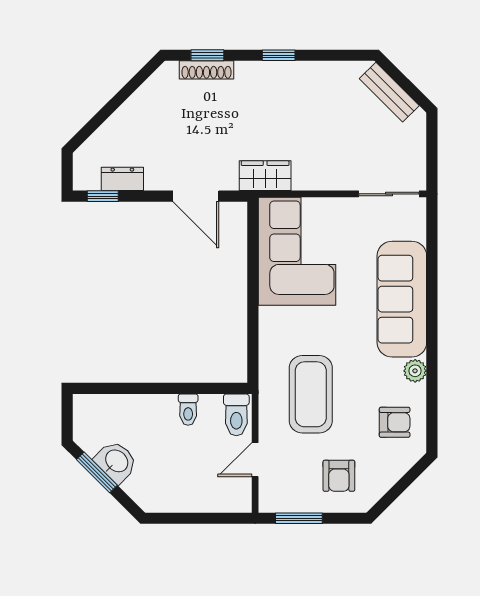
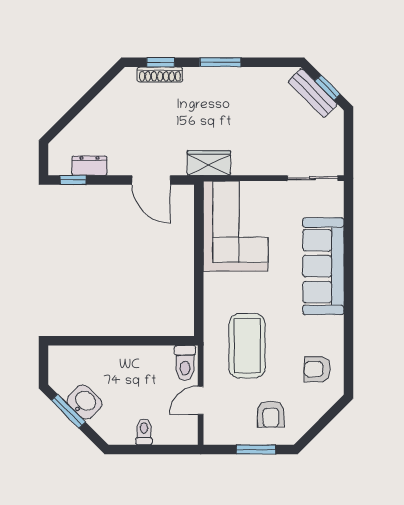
window: (279, 55) -> (220, 62), width x1.50
window: (407, 85) -> (327, 87), added
plant: (415, 371) -> (334, 326), removed
toilet: (188, 410) -> (144, 432), moved, turned 180
armchair: (395, 422) -> (317, 369), turned 180
window: (299, 518) -> (256, 449), moved

